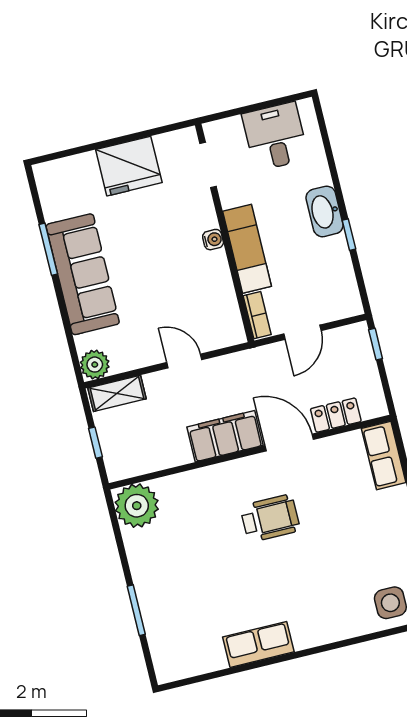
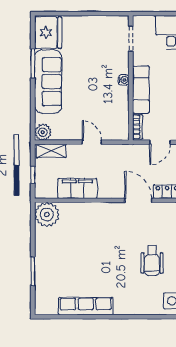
fridge: (129, 166) -> (48, 33), moved, turned -90
filing cabinet: (225, 436) -> (77, 188), moved
wheelchair: (270, 518) -> (152, 261), moved, turned 90
row of seats: (258, 644) -> (86, 306), width x1.48

